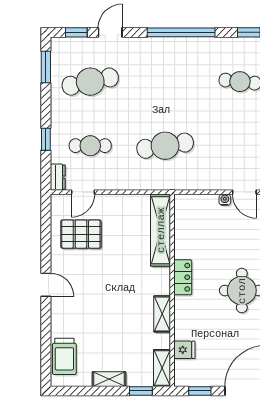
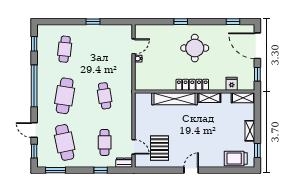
cafe table: (165, 82) -> (65, 96), added
cafe table: (165, 146) -> (105, 96), width x0.73, depth x0.74
shelving: (161, 230) -> (175, 99), moved
locker: (183, 277) -> (192, 85), width x1.53
trolley: (64, 356) -> (236, 159), turned 180
window: (141, 391) -> (257, 150), moved

